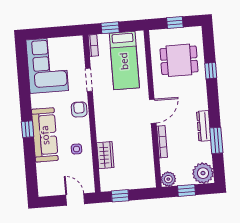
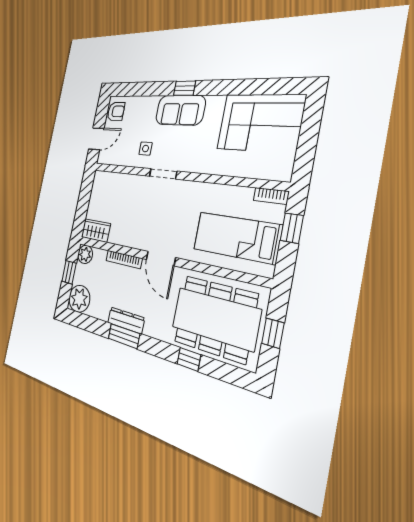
dining table: (179, 60) -> (215, 318), width x1.88, depth x1.24
doorway: (89, 80) -> (163, 174), moved
armchair: (79, 110) -> (116, 111), moved
sofa: (45, 135) -> (180, 110), width x0.73
window: (216, 140) -> (124, 336), moved
wardrobe: (105, 155) -> (96, 230), moved, turned 180
window: (120, 196) -> (85, 192), removed

